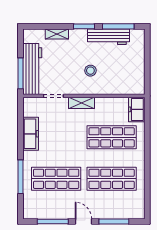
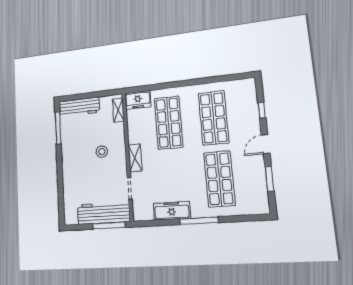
window: (84, 26) -> (59, 162), removed
shelving: (57, 34) -> (118, 110), moved
workbench: (108, 37) -> (79, 107), moved, turned 90
window: (20, 177) -> (199, 221), moved
window: (53, 221) -> (270, 179), width x0.69
window: (114, 221) -> (262, 110), width x0.46

